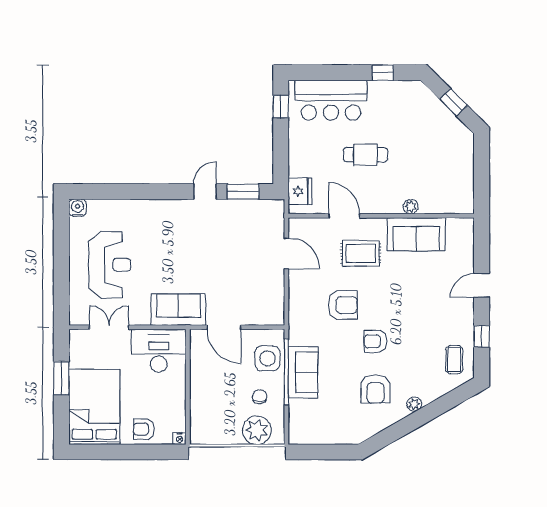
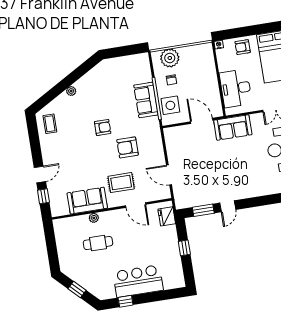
bar counter: (331, 100) -> (138, 281), moved
window: (281, 107) -> (184, 248), moved
cafe table: (365, 155) -> (98, 243), moved
window: (482, 336) -> (43, 196), moved
desk: (159, 351) -> (236, 88), moved, turned 90
armchair: (376, 389) -> (98, 97), removed
armchair: (144, 429) -> (243, 47), turned 180

